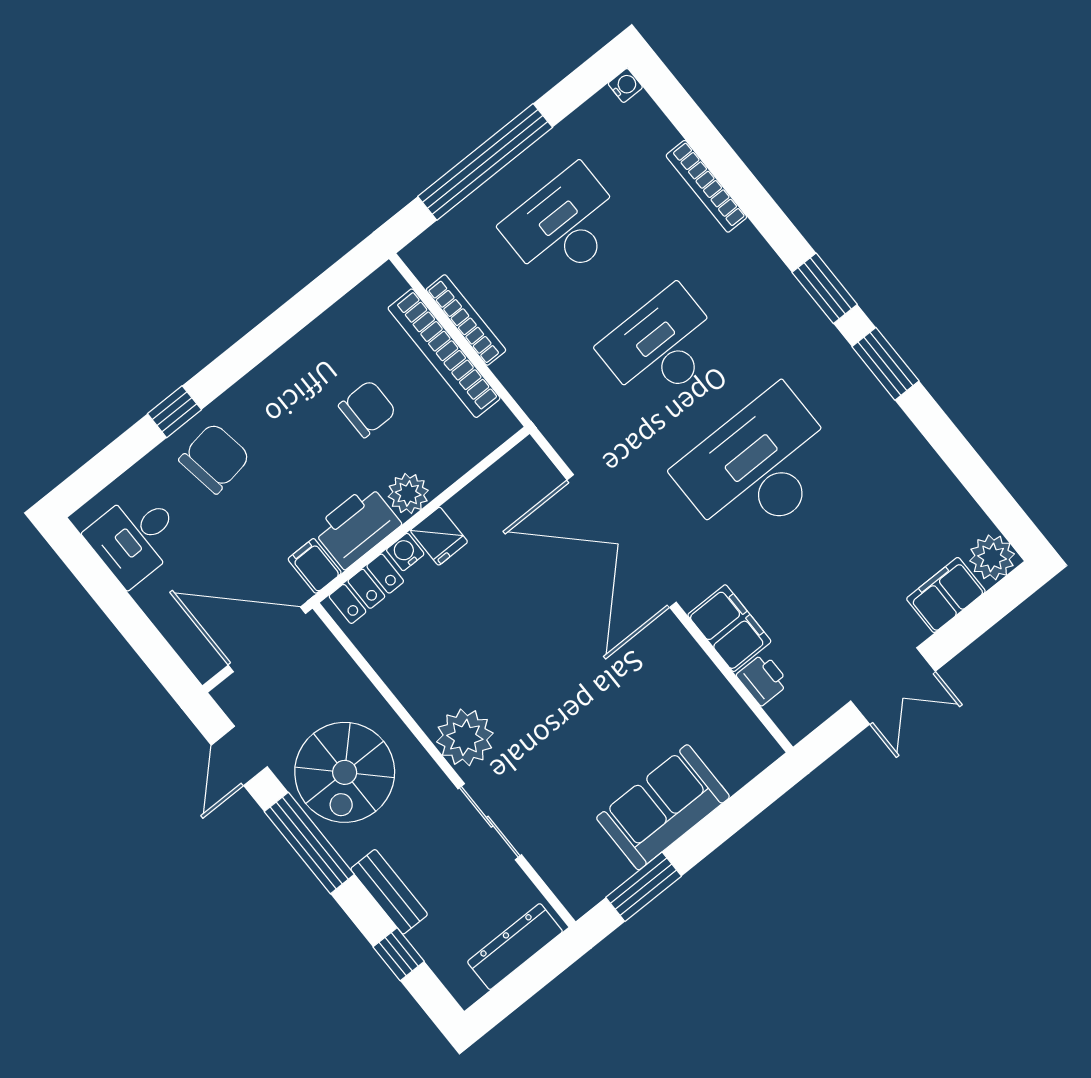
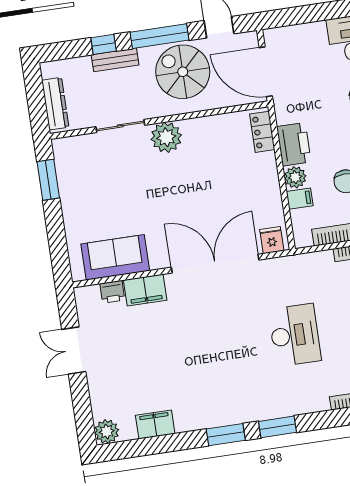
desk: (759, 468) -> (212, 347), removed
fridge: (439, 536) -> (272, 240), moved, turned 90
water cooler: (405, 552) -> (269, 160), removed
filing cabinet: (315, 566) -> (300, 199), moved
filing cabinet: (946, 595) -> (155, 424), moved, turned -90
door: (267, 639) -> (266, 72), swing flipped
sofa: (663, 807) -> (115, 257), moved, turned -90
window: (399, 954) -> (104, 44), moved

